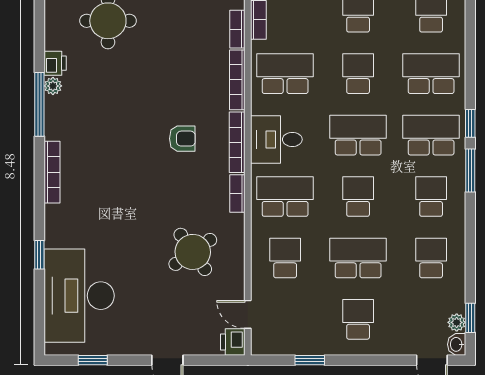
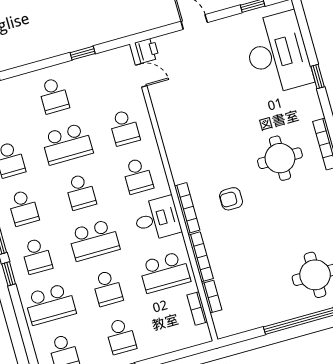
school desk: (431, 135) -> (37, 256), width x0.54
bookcase: (237, 193) -> (176, 168), removed
school desk: (285, 197) -> (138, 176), width x0.54
round table: (193, 252) -> (280, 158), moved, turned 35

